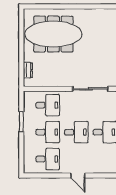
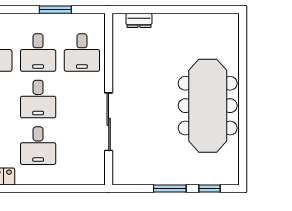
meeting table: (53, 34) -> (208, 106), moved

